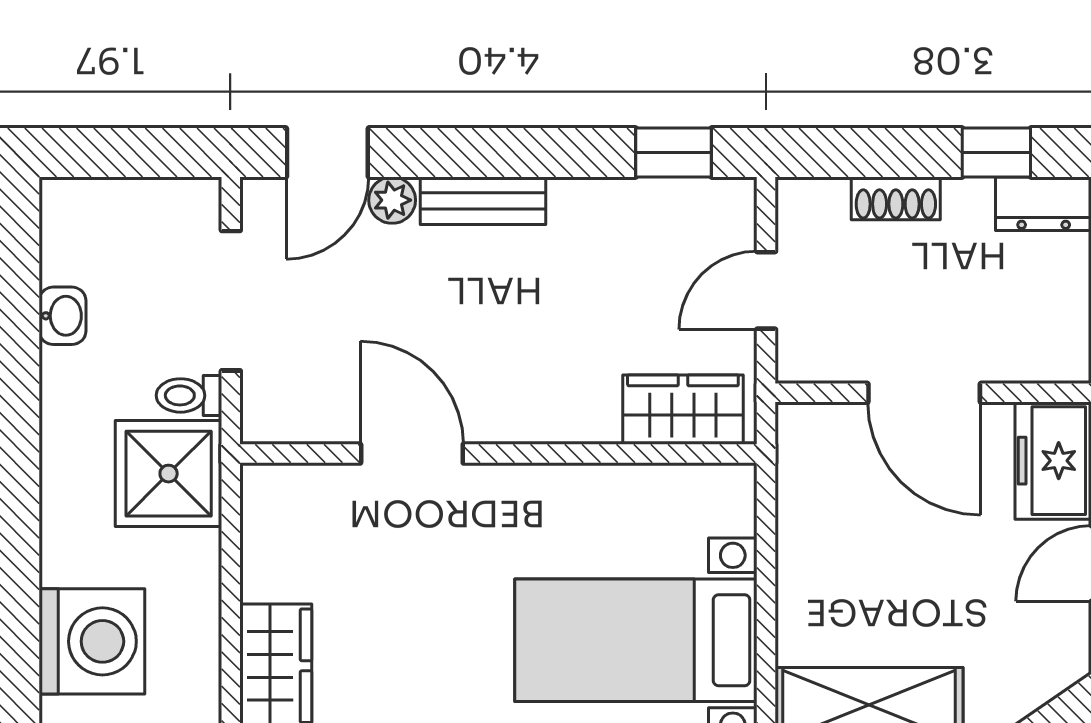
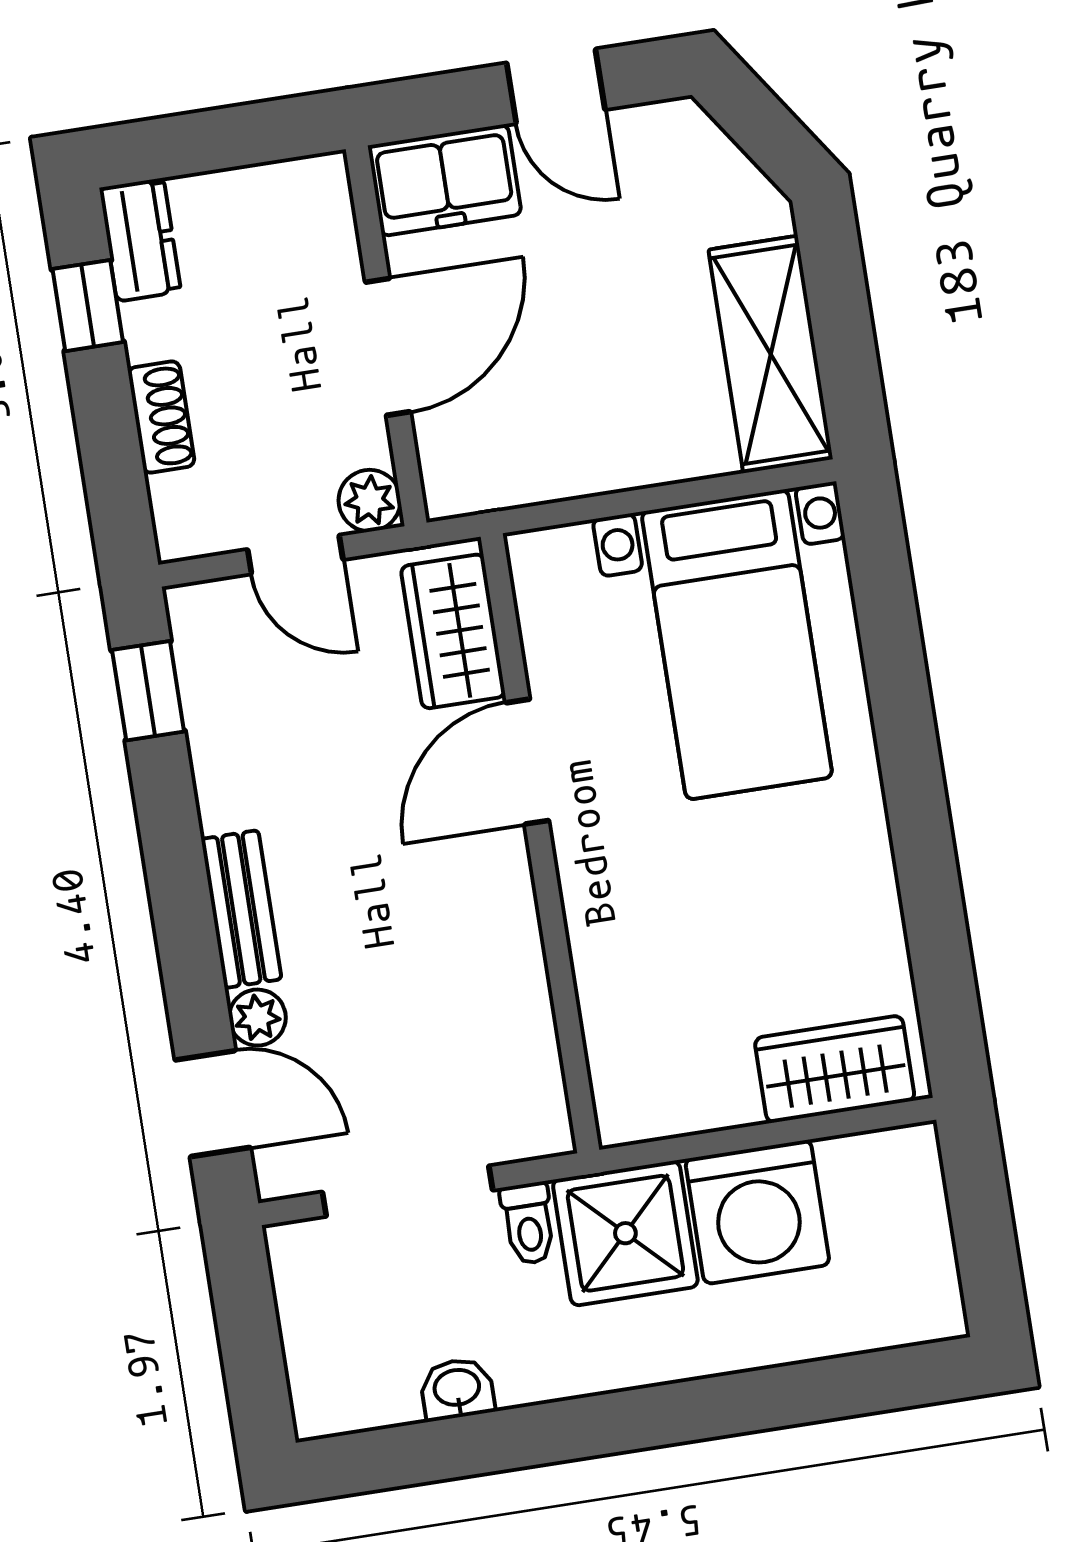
plant: (801, 358) -> (370, 501), added
door: (412, 454) -> (527, 762), moved
washing machine: (92, 641) -> (757, 1212), moved, turned 180

